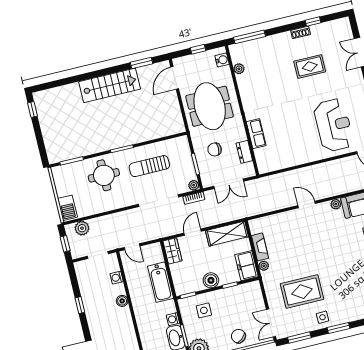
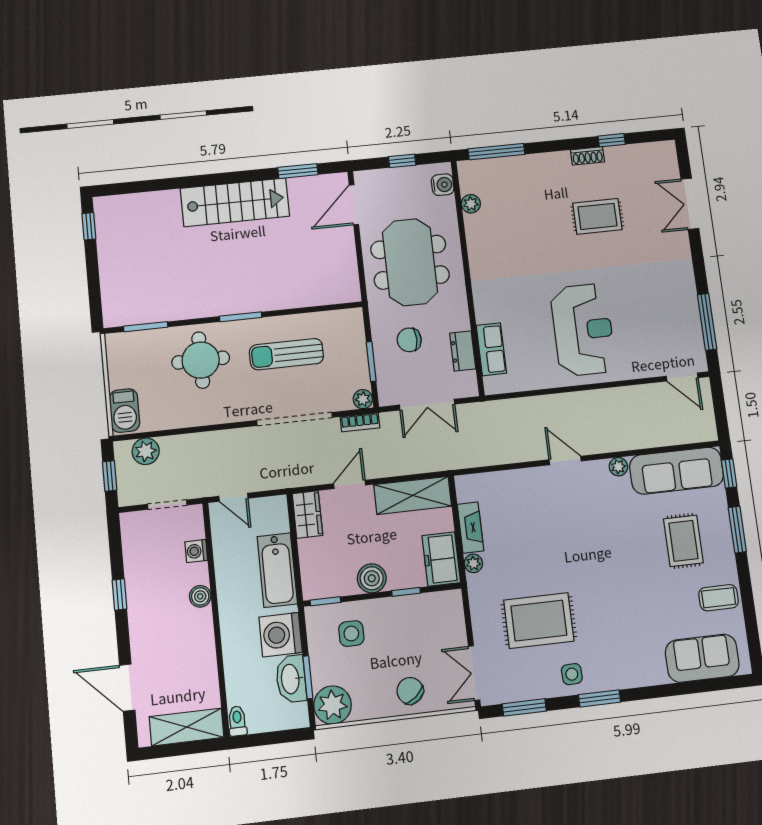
reception desk: (334, 125) -> (583, 330), moved
row of seats: (256, 134) -> (491, 349), moved
washing machine: (173, 319) -> (281, 635), width x1.89, depth x1.89

